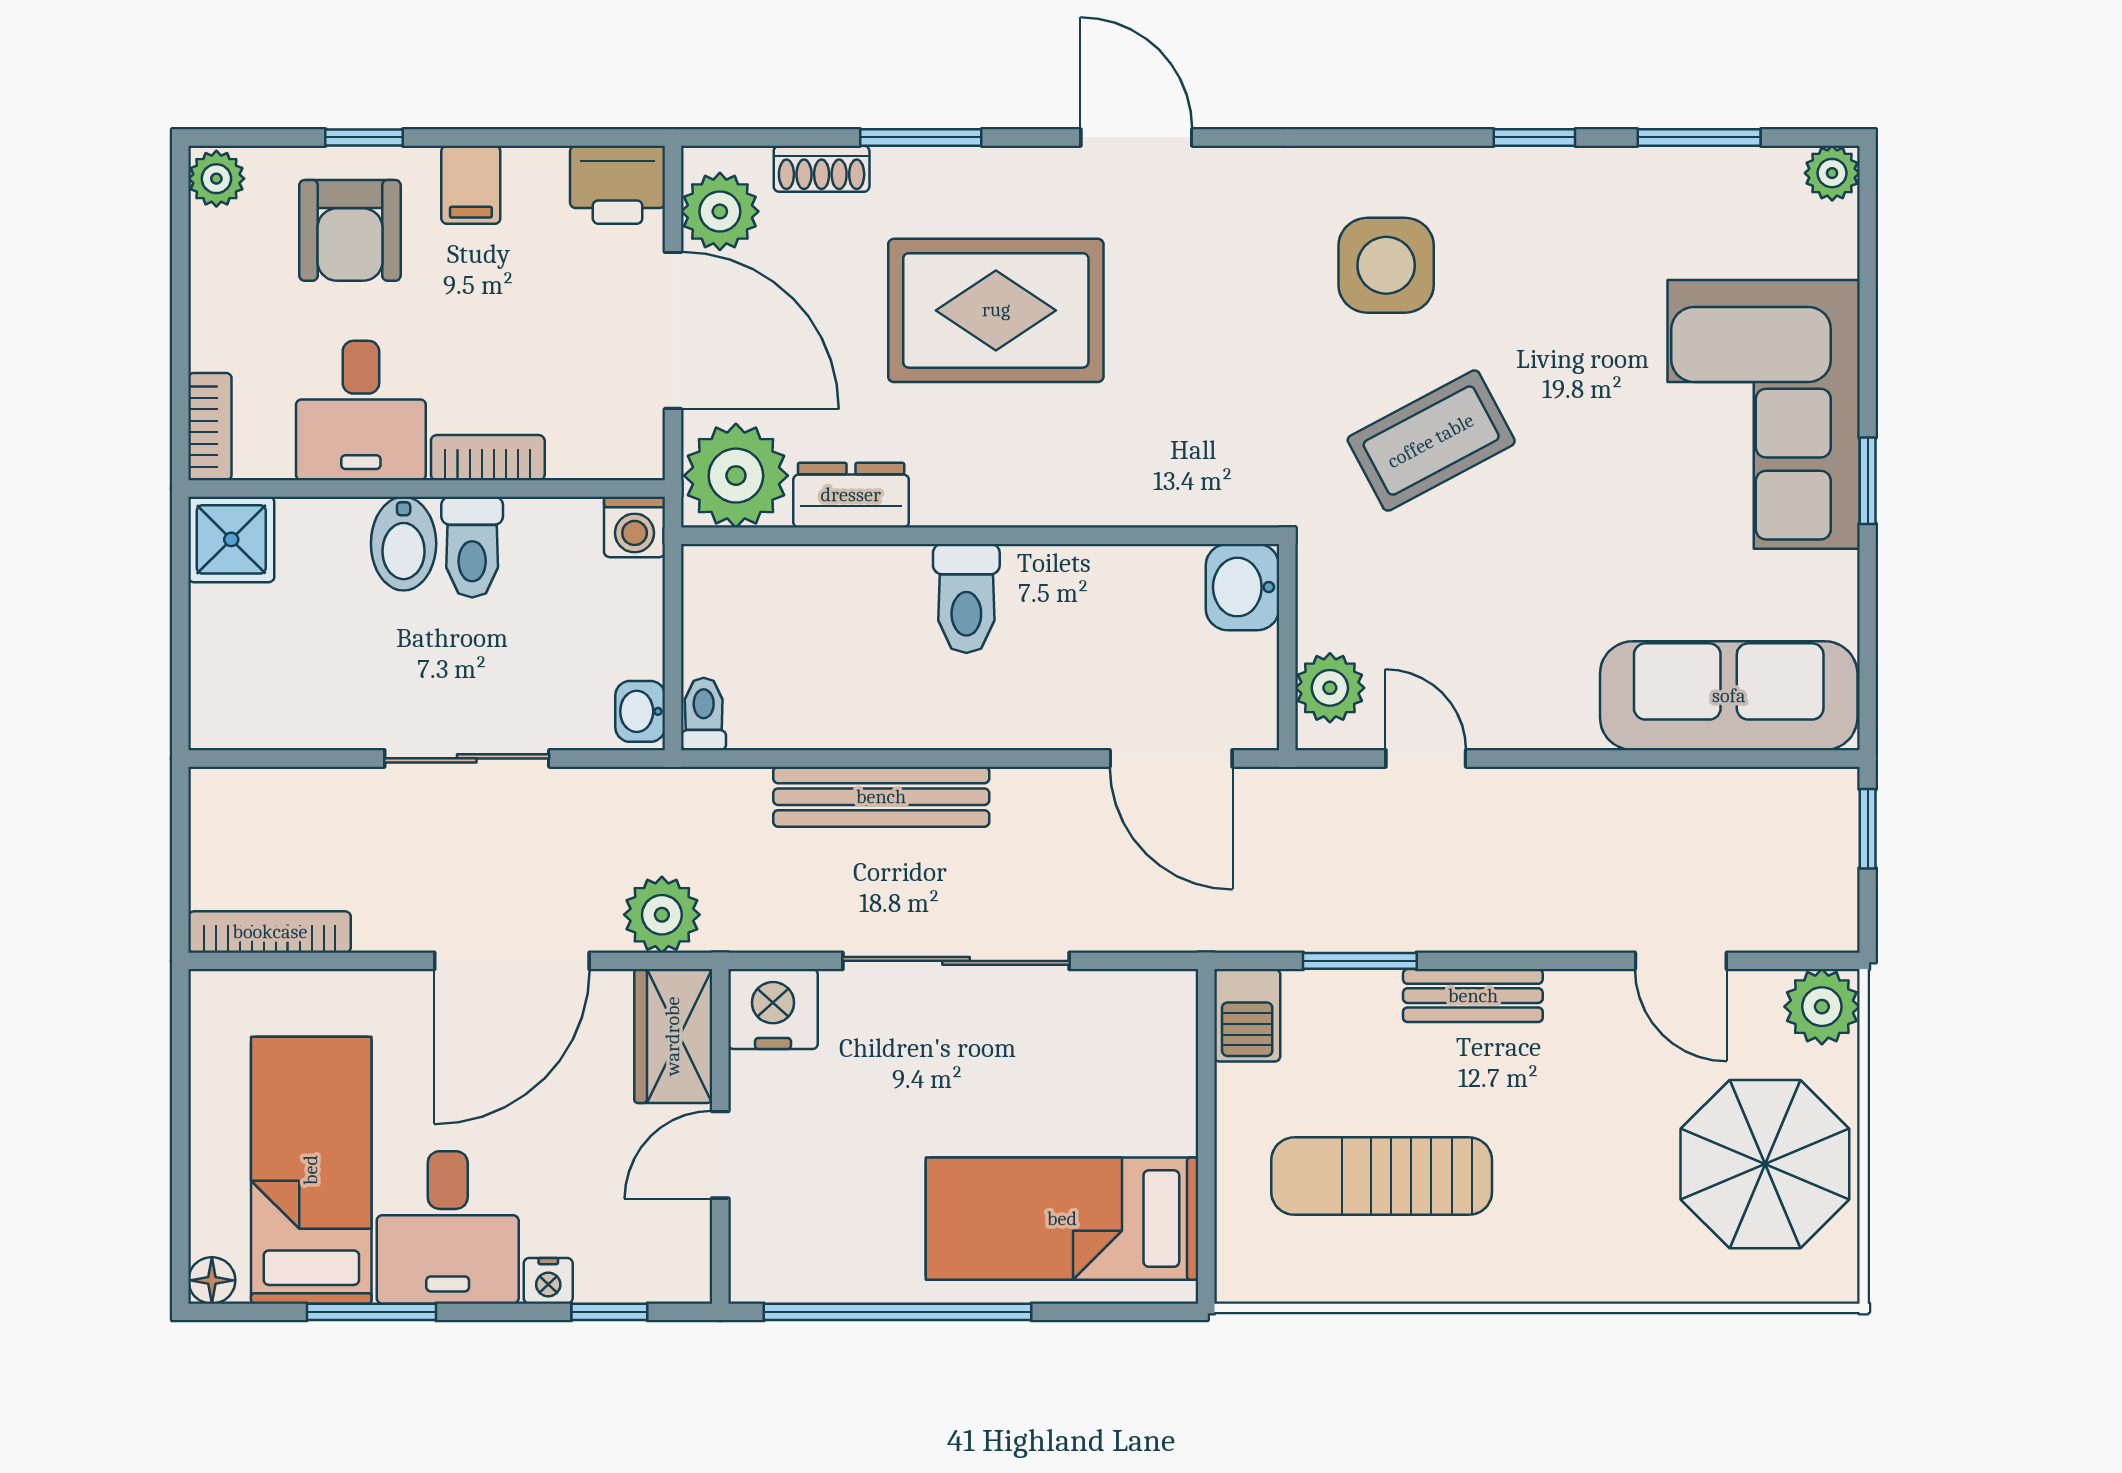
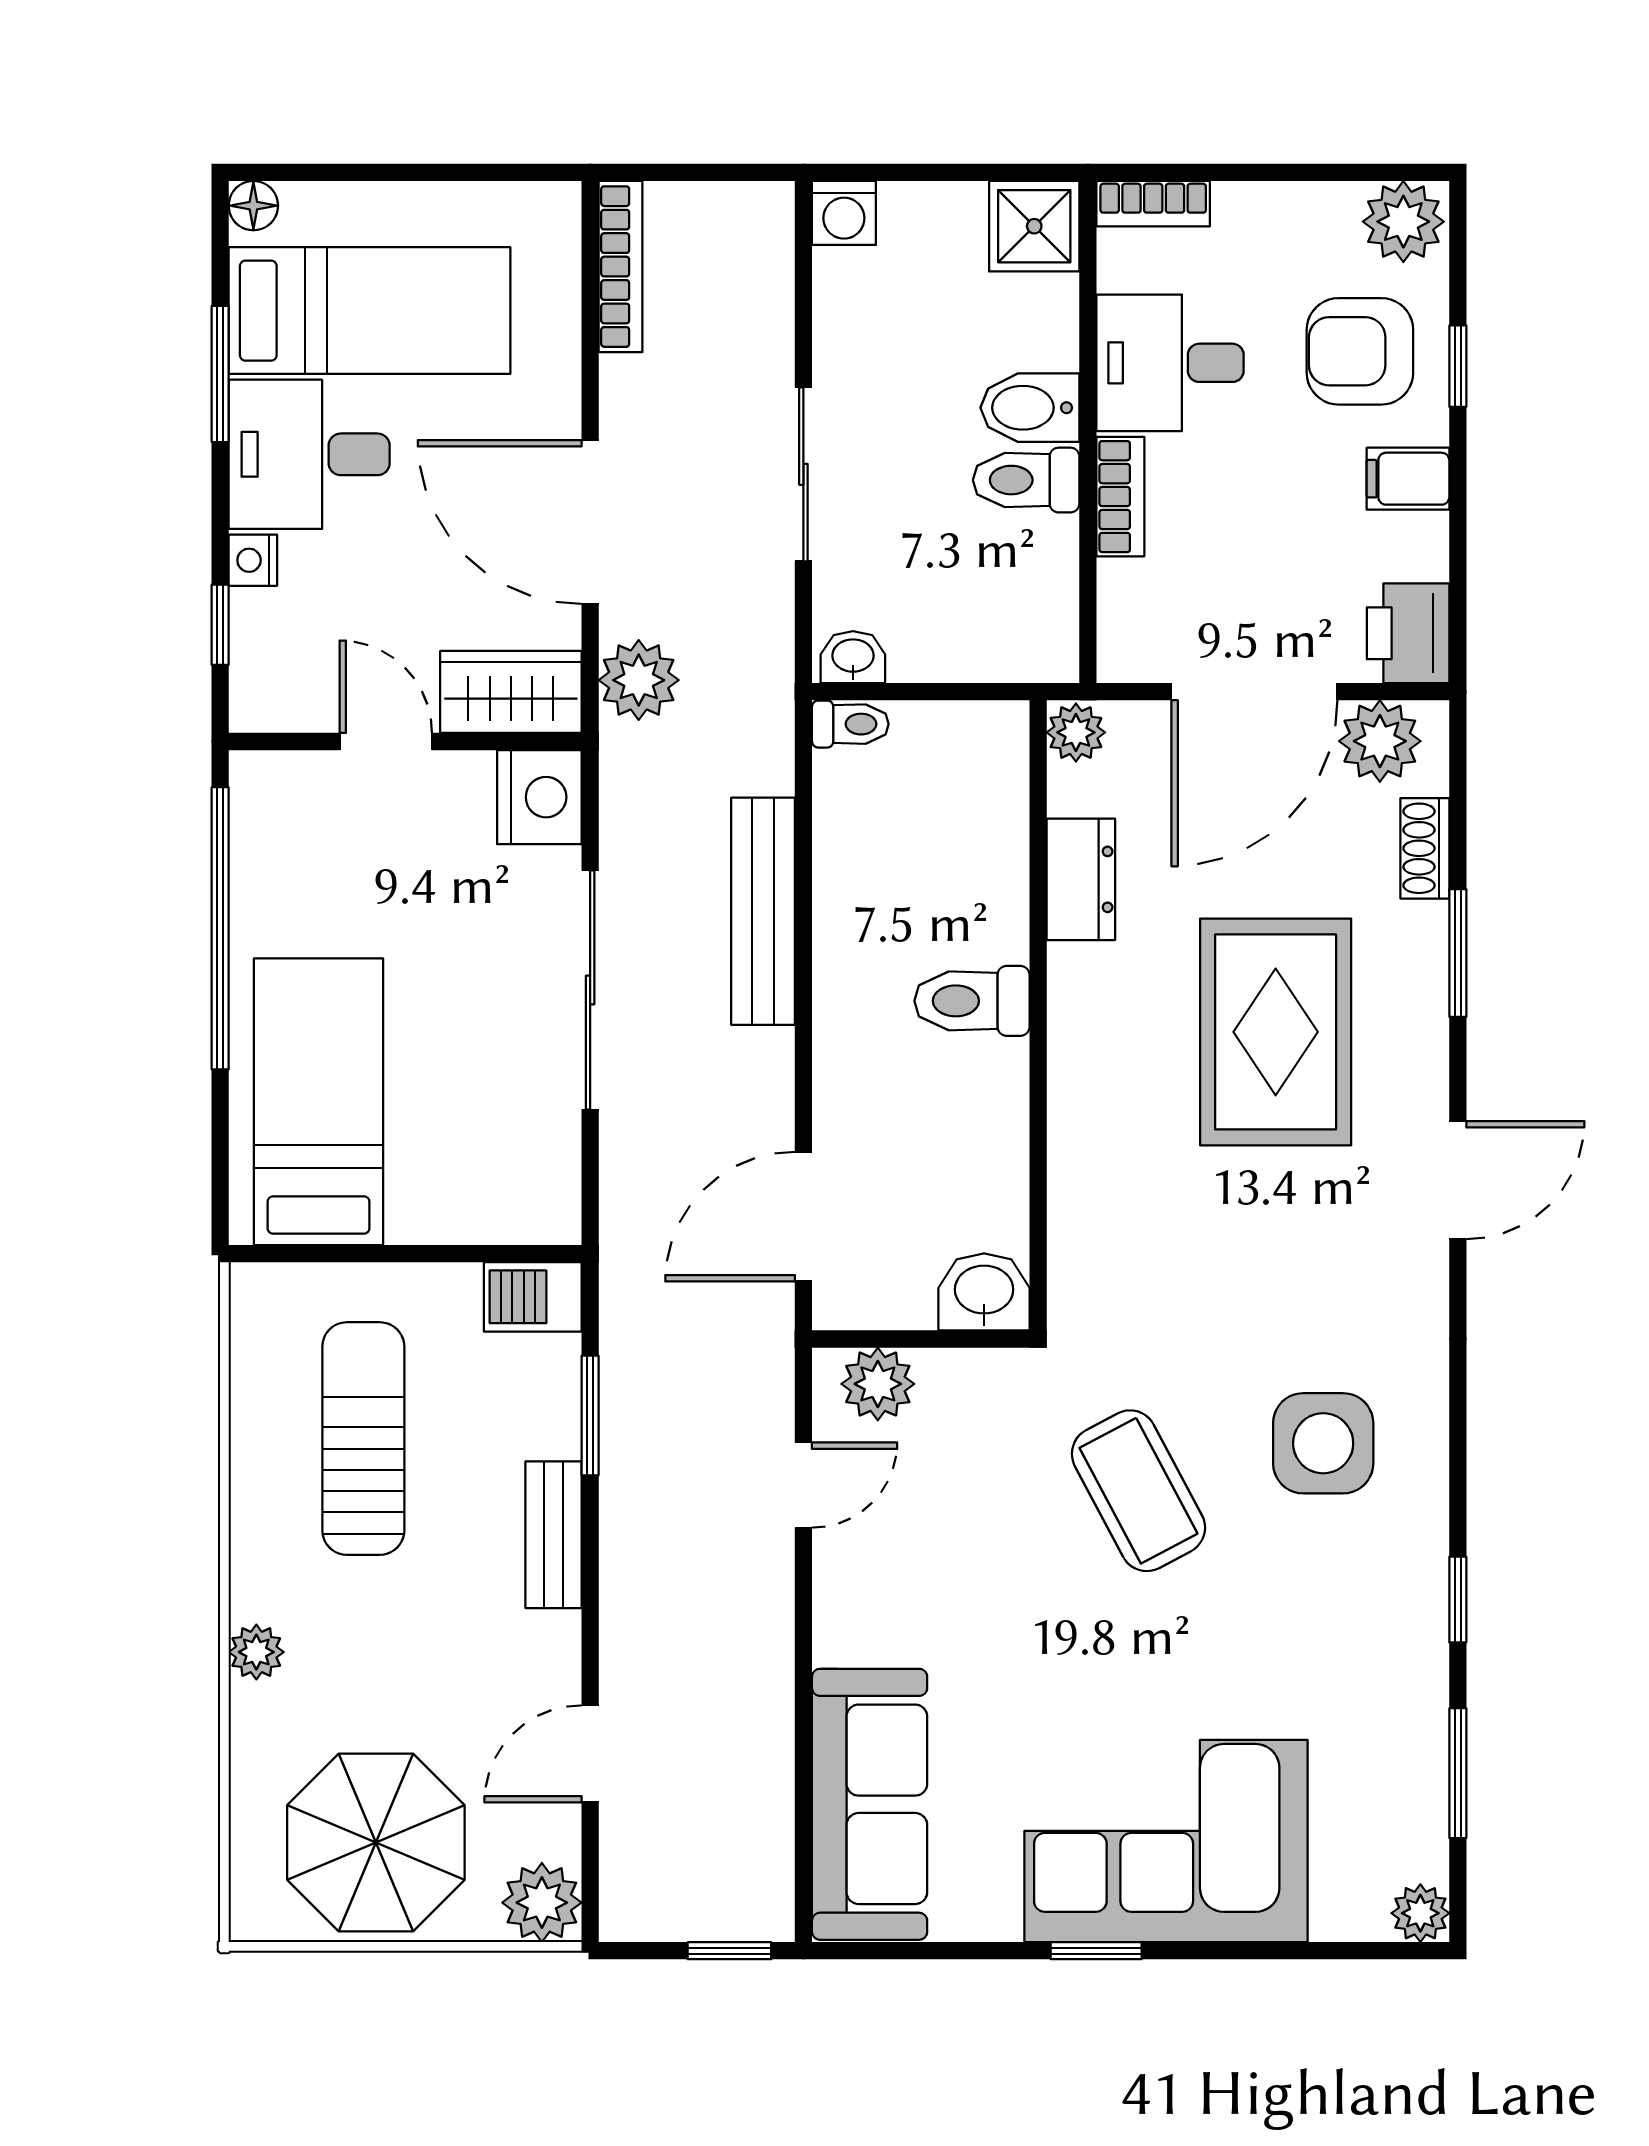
plant: (216, 179) -> (1403, 222), width x1.38, depth x1.38
plant: (736, 476) -> (1076, 732), width x0.53, depth x0.53
washing machine: (635, 527) -> (844, 213), moved, turned -90
plant: (1584, 1278) -> (256, 1652), added

